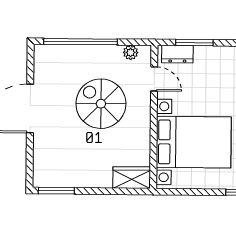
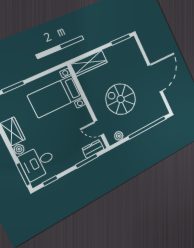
spiral stairs: (101, 104) -> (121, 99), turned 180
bed with nightstands: (194, 142) -> (55, 96), width x0.73
wardrobe: (132, 178) -> (89, 63), width x1.50

